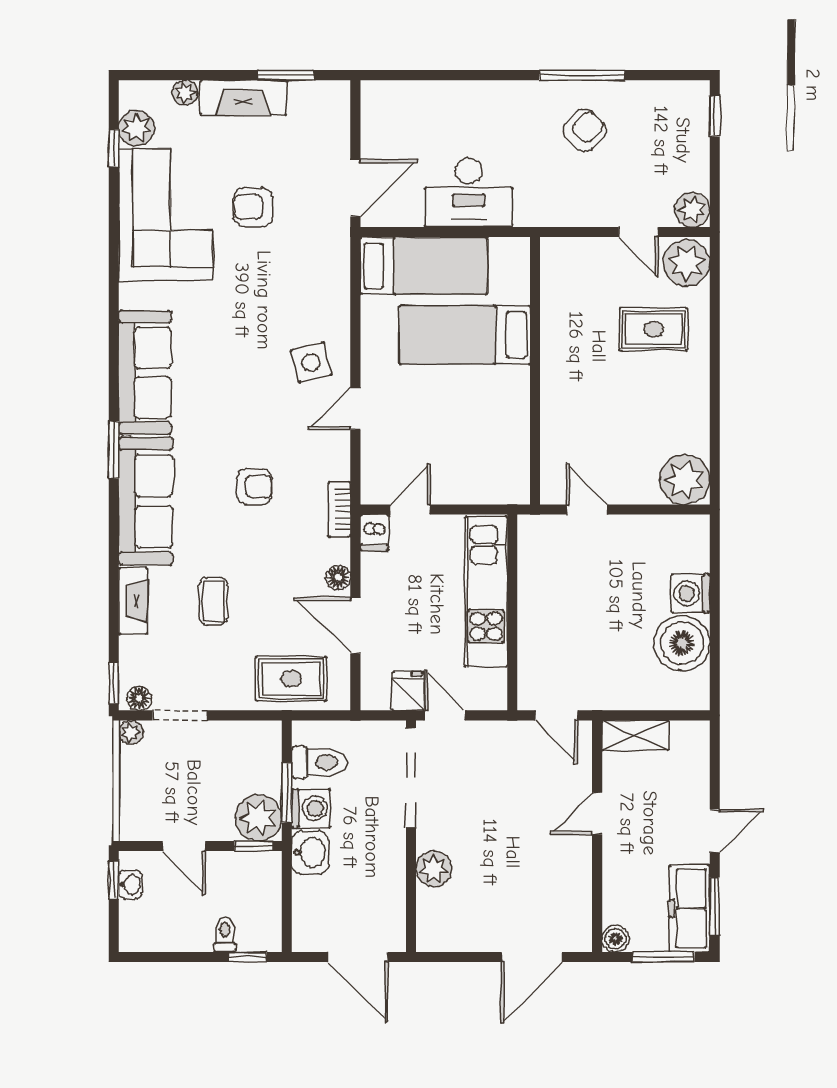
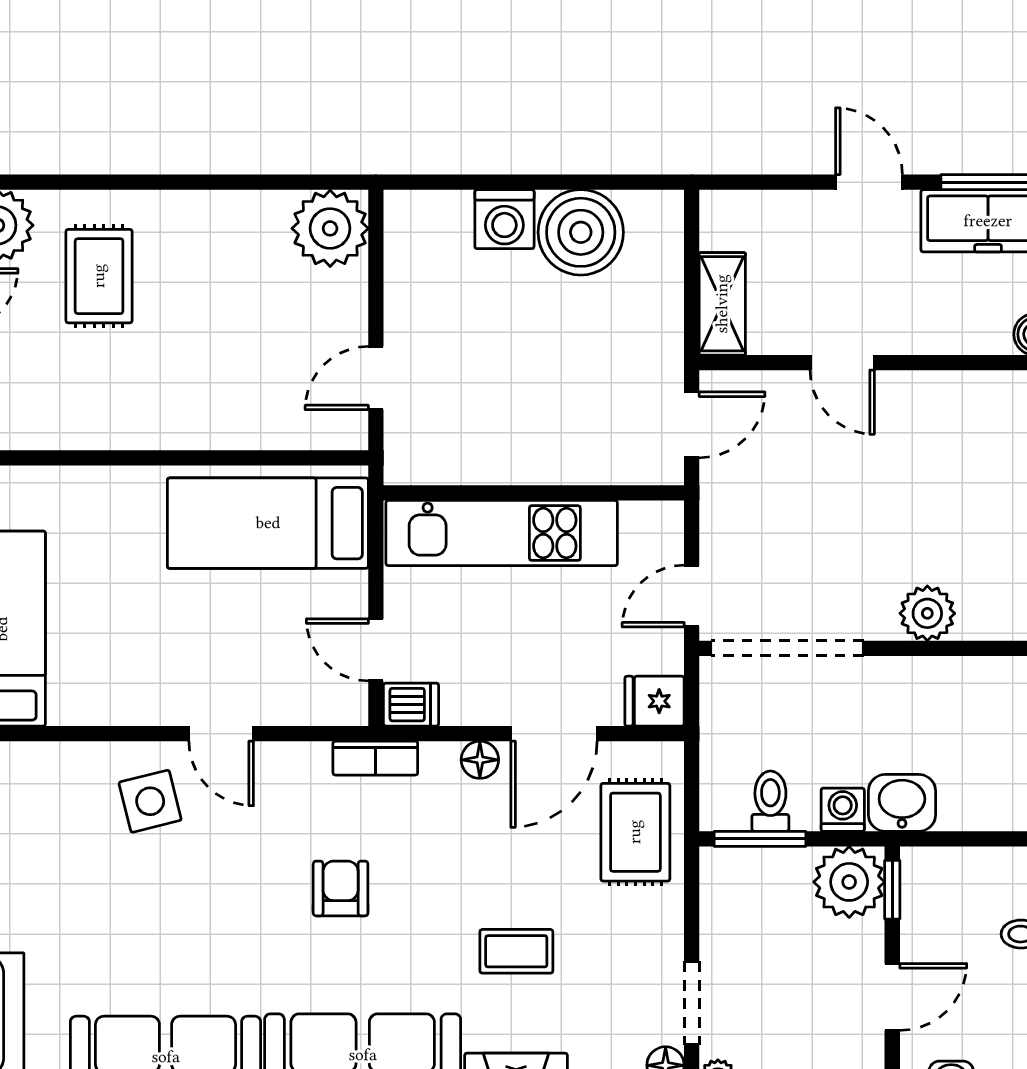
bed: (465, 335) -> (268, 523), moved, turned 90
fridge: (408, 691) -> (654, 701), moved
toilet: (319, 762) -> (770, 801), width x0.73, depth x0.72
window: (287, 793) -> (760, 839), moved
washing machine: (311, 808) -> (843, 810), width x0.73, depth x0.73

